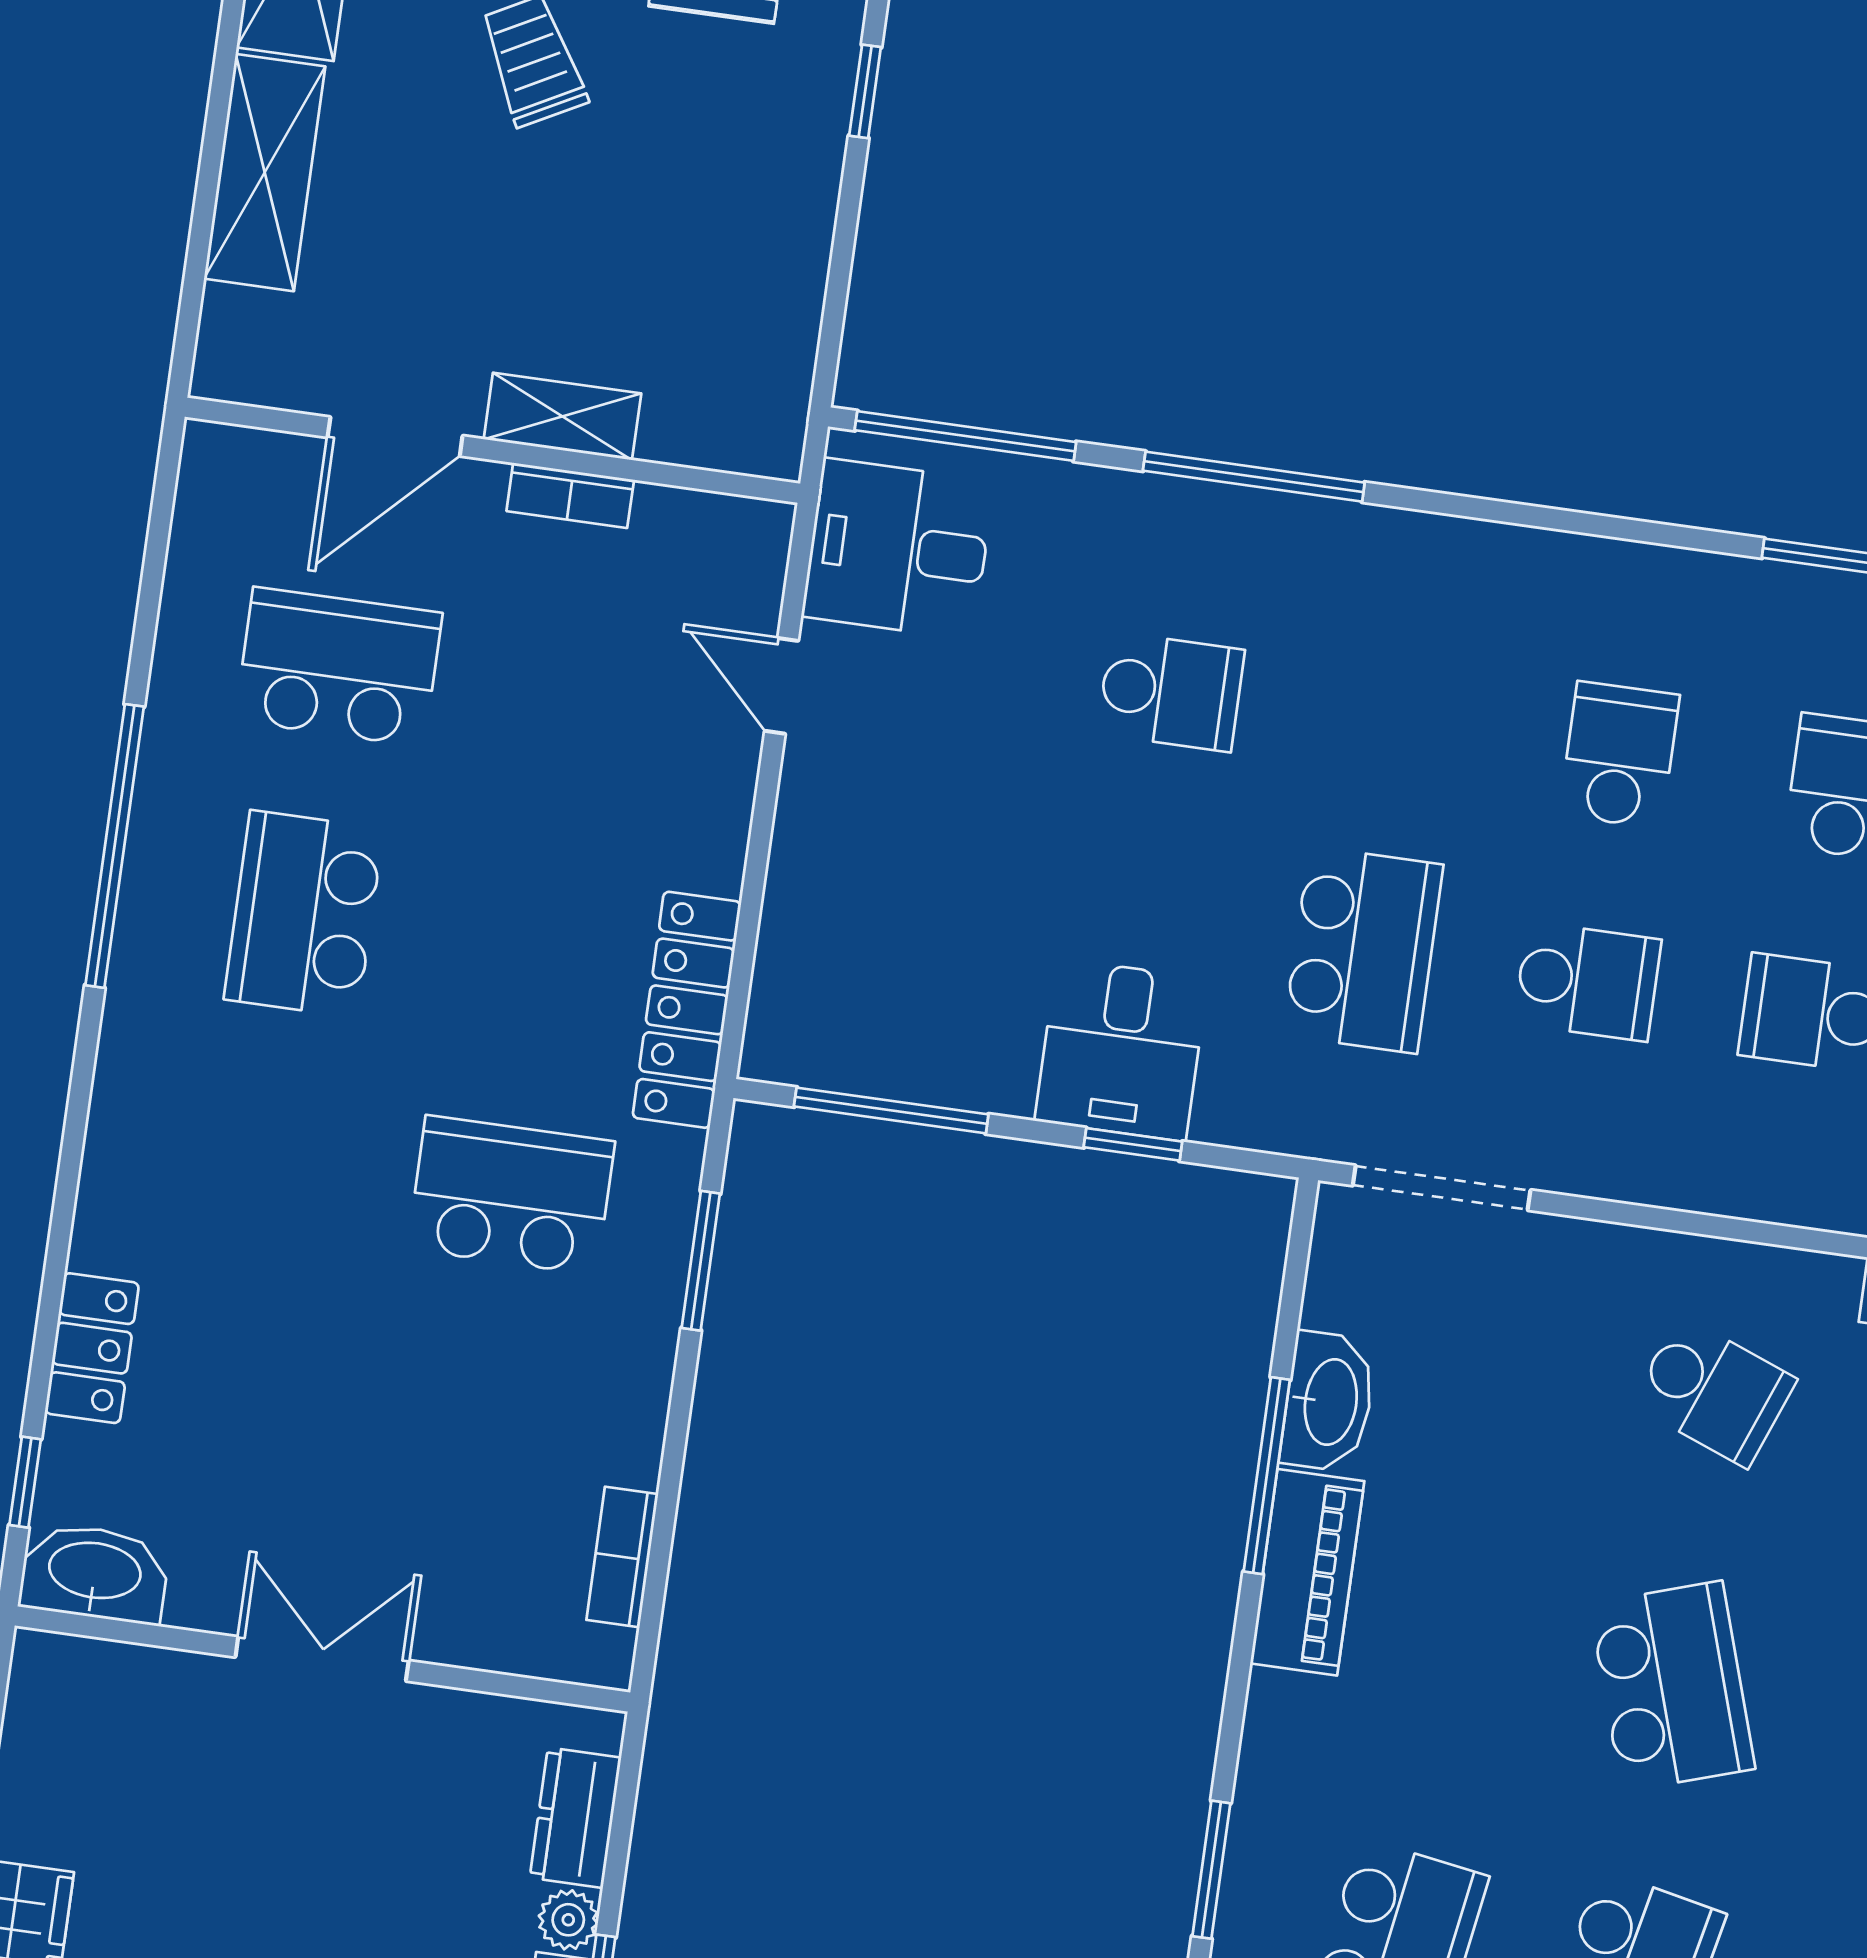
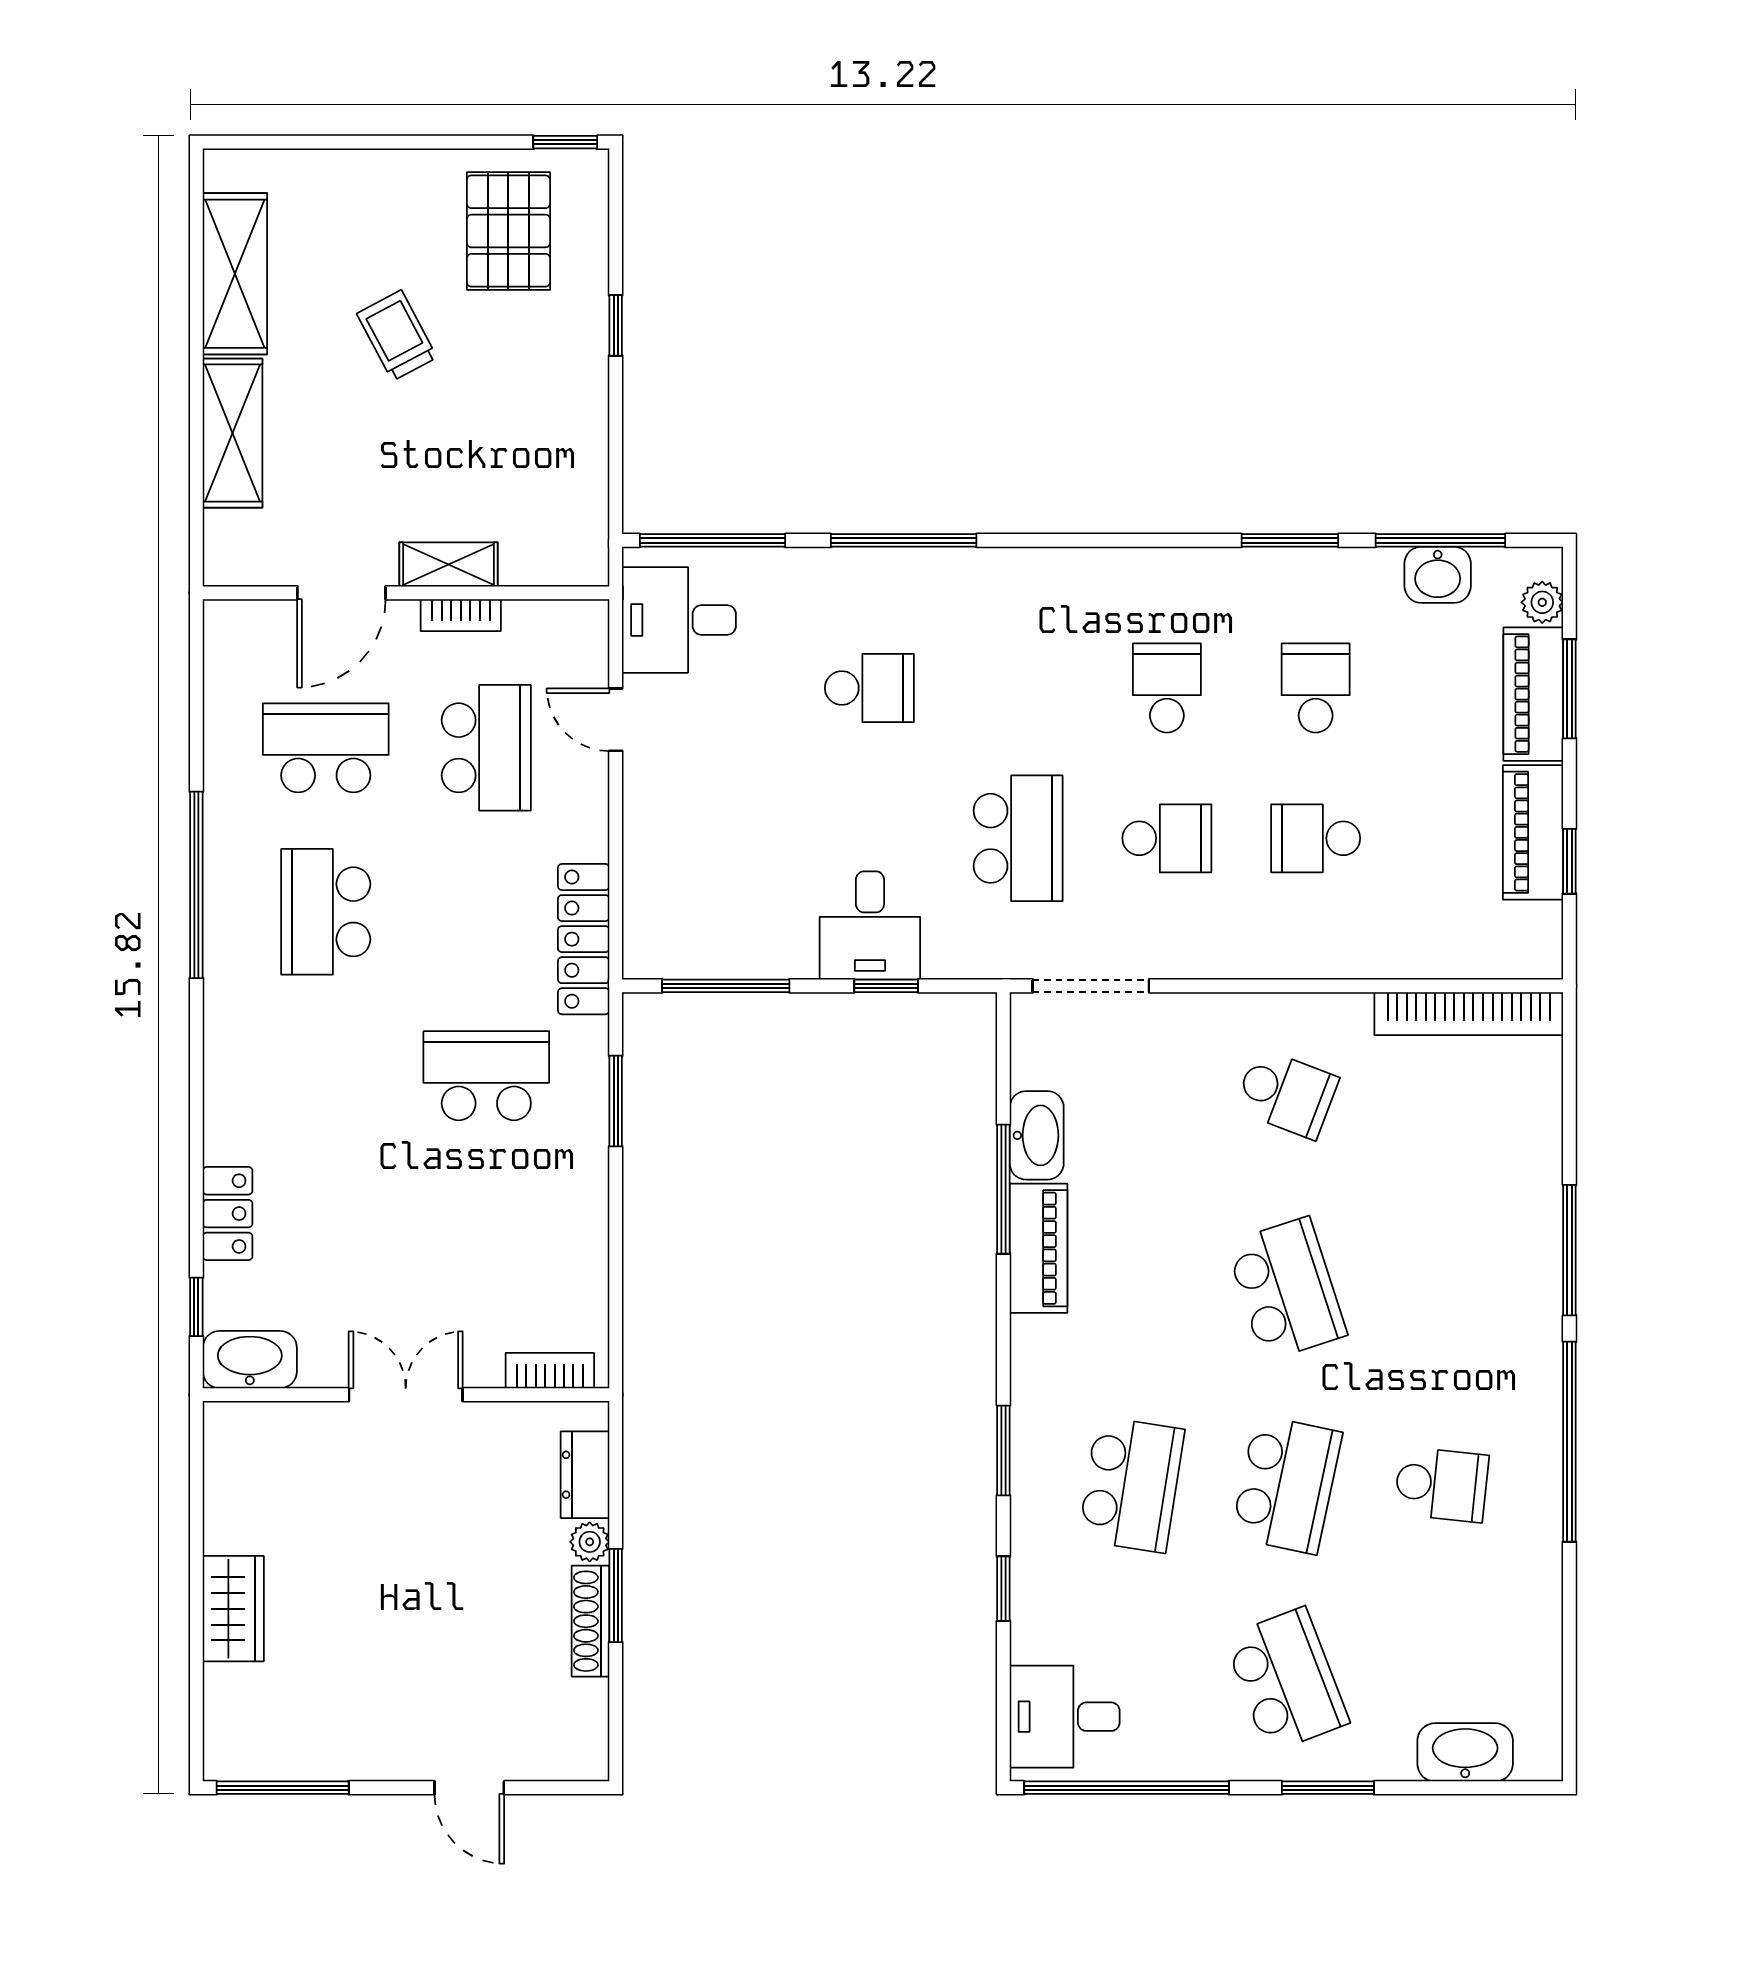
school desk: (581, 701) -> (486, 748), added
bookcase: (622, 1557) -> (550, 1371), moved, turned 90

